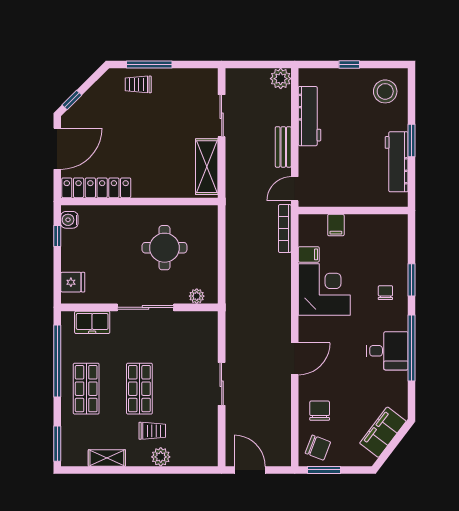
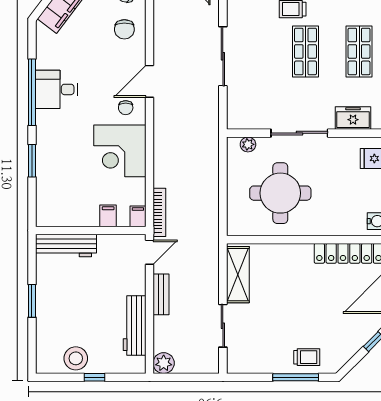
stool: (385, 91) -> (76, 358), moved
workbench: (397, 162) -> (66, 245), moved, turned 90
round table: (164, 248) -> (280, 193), width x1.36, depth x1.36
filing cabinet: (309, 254) -> (138, 216), moved, turned 90
chair: (385, 293) -> (126, 108), moved
sliding door: (222, 384) -> (223, 56), width x1.37

